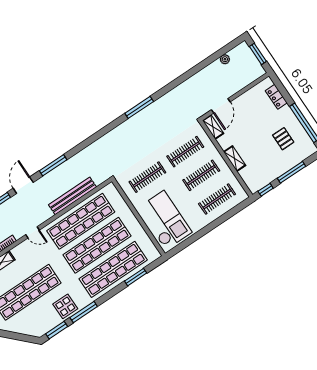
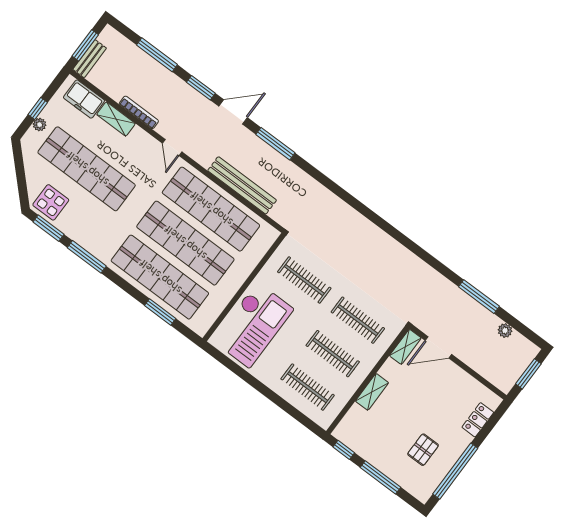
window: (139, 107) -> (479, 297), moved
display table: (65, 306) -> (51, 202), moved

